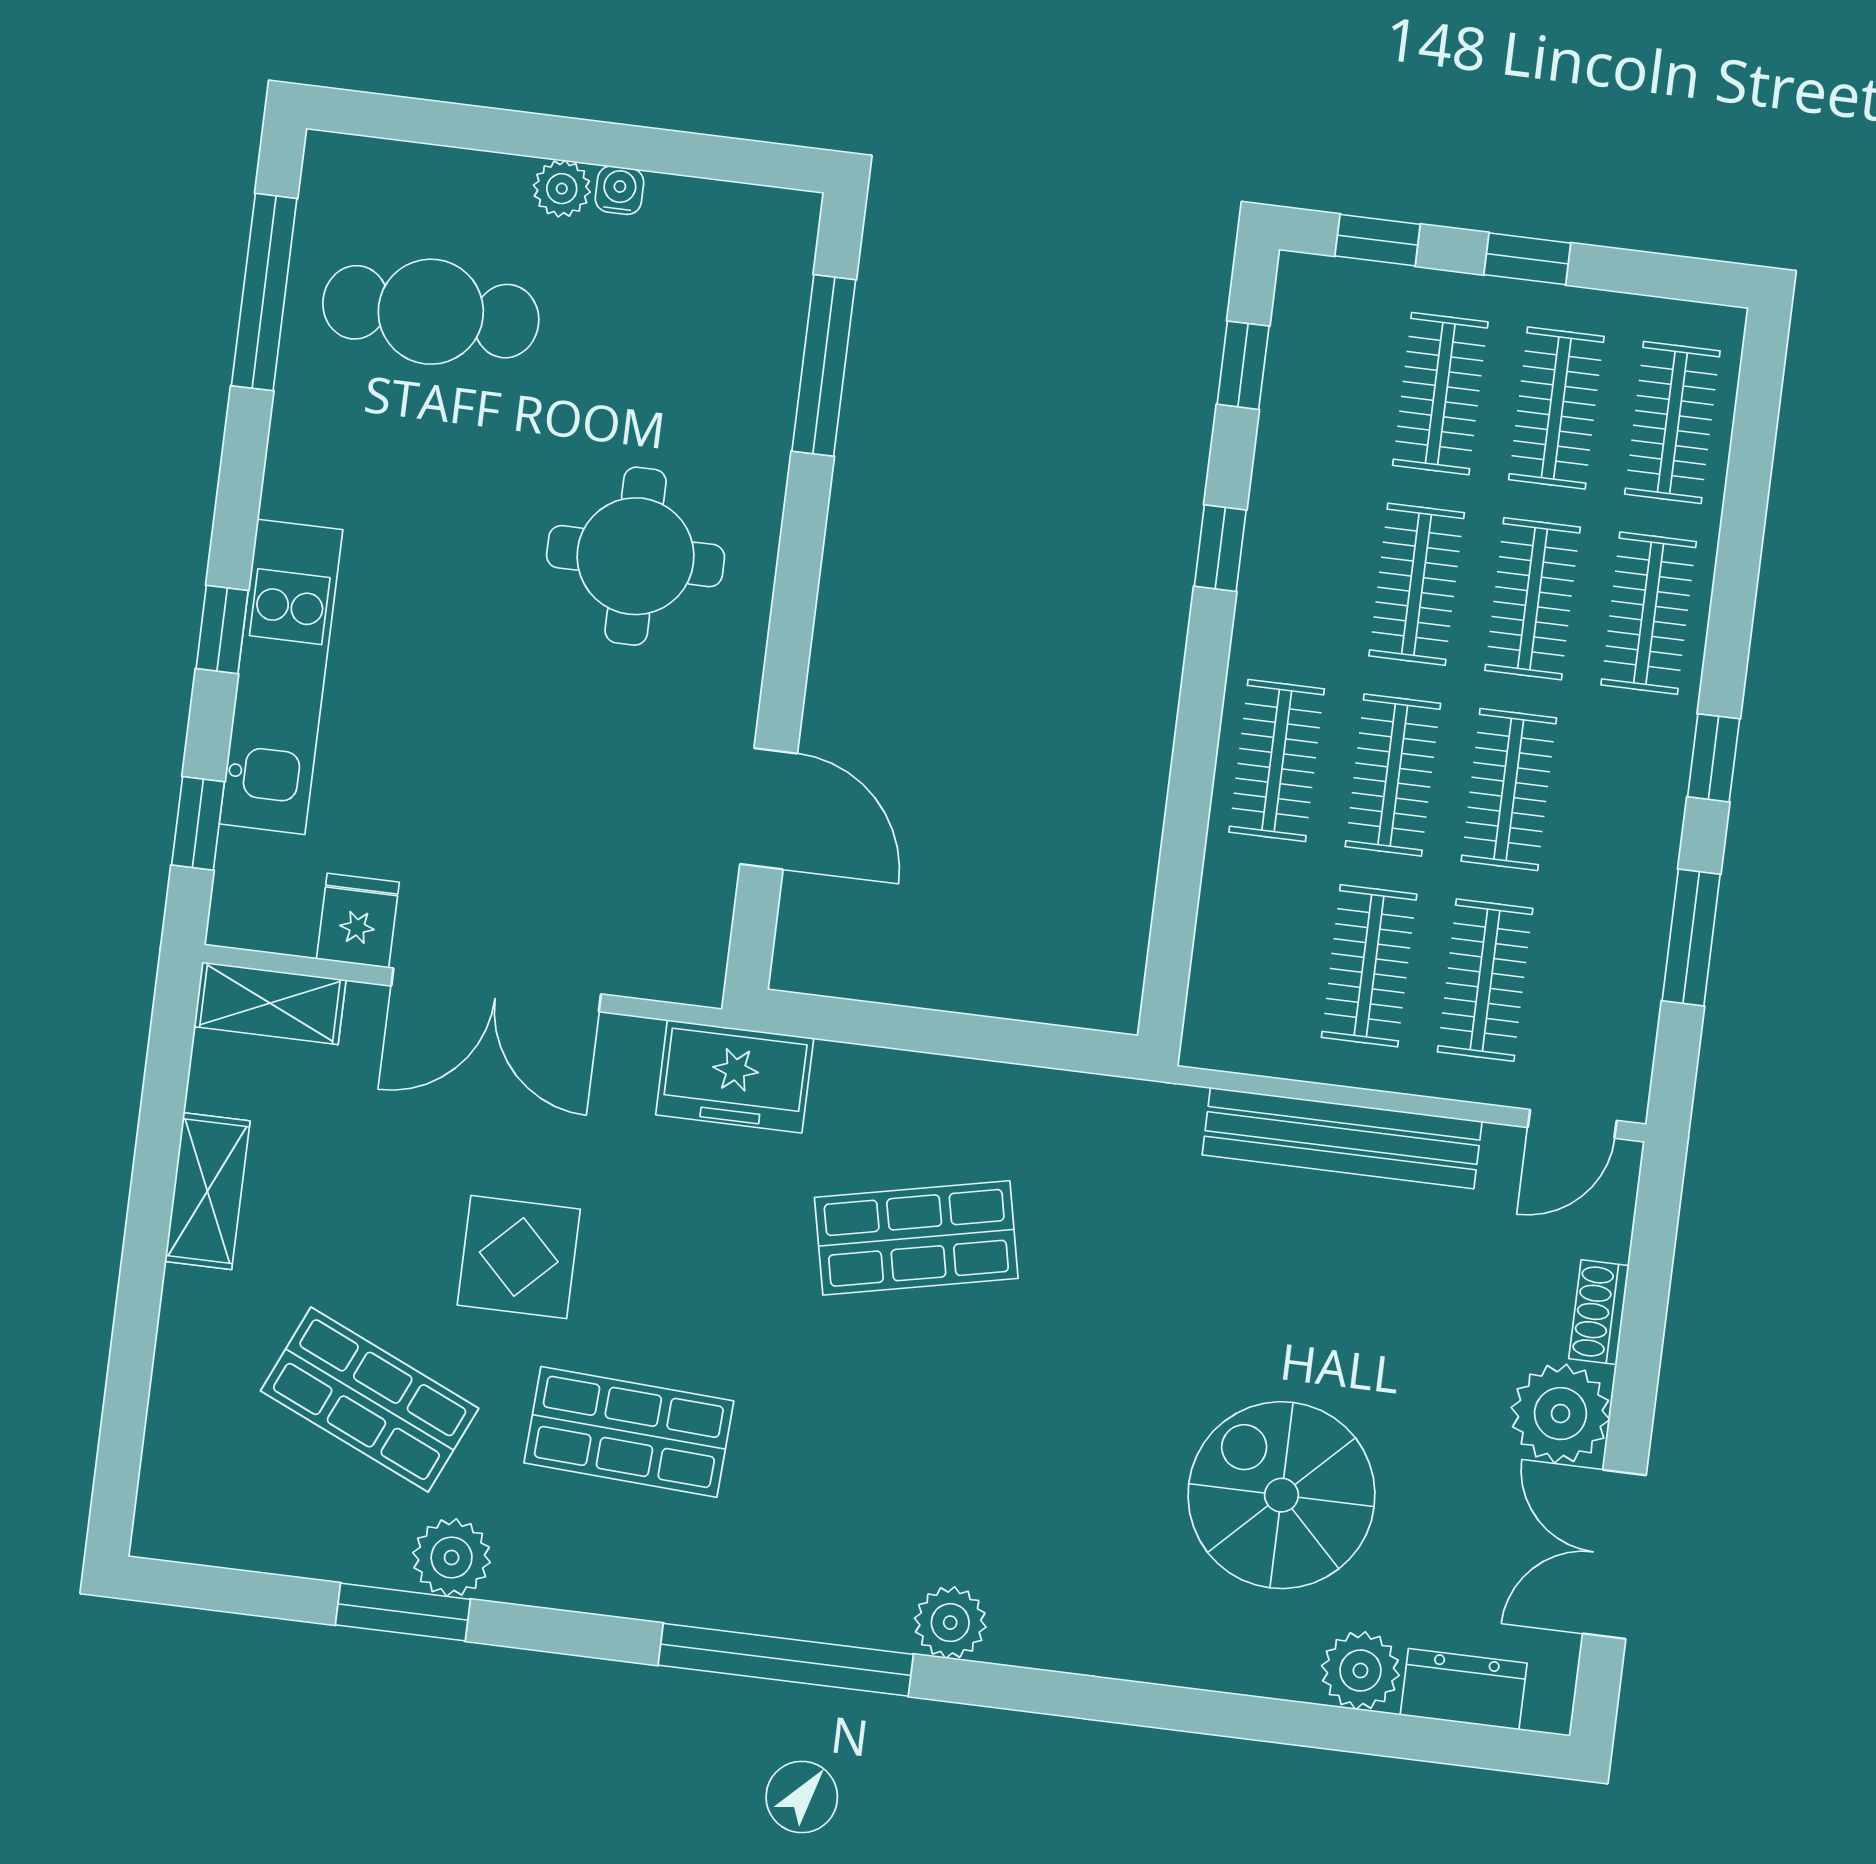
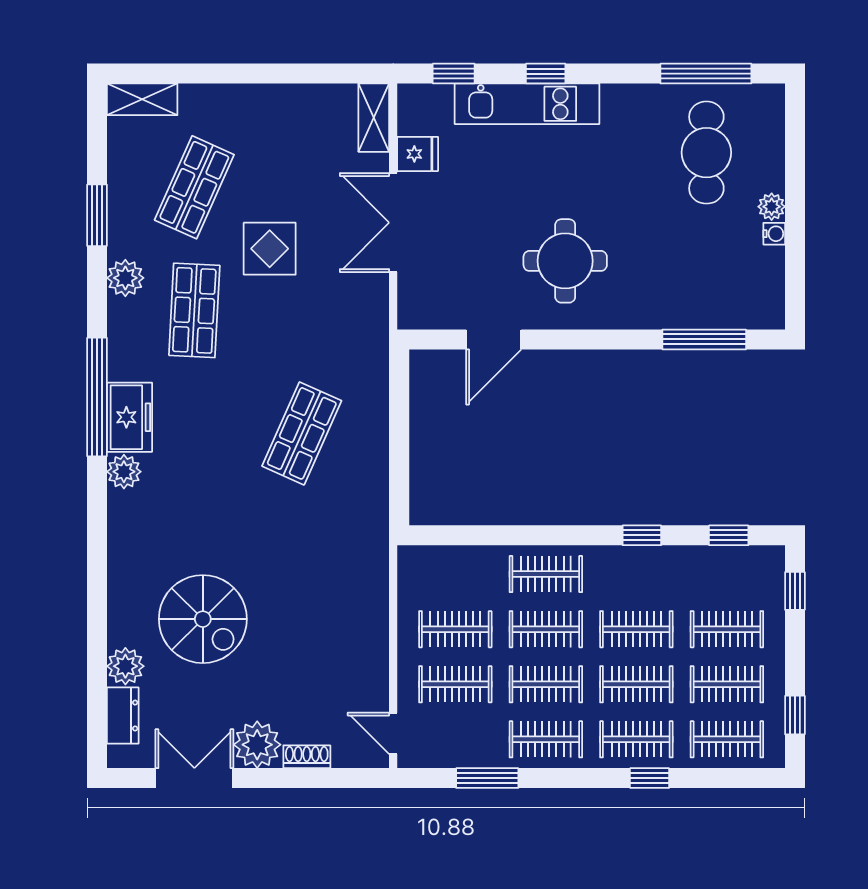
window: (1527, 259) -> (795, 715), moved
round table: (636, 556) -> (565, 261), moved
window: (1714, 758) -> (650, 778), moved
clothes rail: (1625, 804) -> (546, 739), added
freezer: (735, 1076) -> (129, 417), moved, turned 180
bench: (1342, 1138) -> (373, 627), removed
shelving: (207, 1191) -> (142, 99), moved
shop shelf: (916, 1238) -> (302, 433), turned 36
spiral stairs: (1281, 1495) -> (203, 619), turned 90
plant: (452, 1558) -> (125, 278), moved

